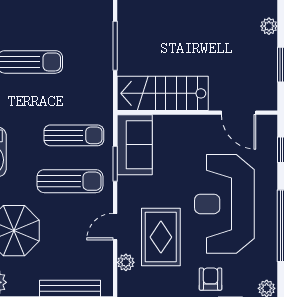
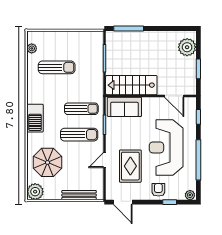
plant: (269, 26) -> (187, 47), width x1.88, depth x1.88
sofa: (135, 145) -> (124, 107), moved, turned 90
plant: (126, 262) -> (111, 180), removed

